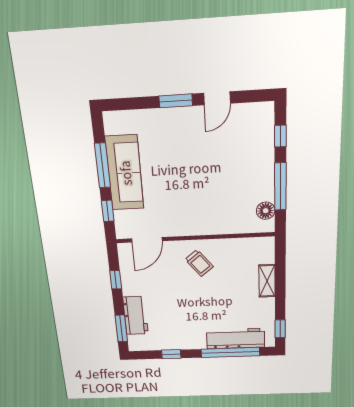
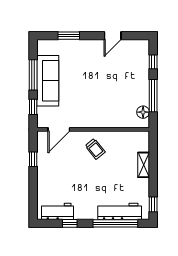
window: (176, 101) -> (69, 36), moved
workbench: (136, 315) -> (57, 211), moved, turned -90
window: (121, 328) -> (33, 200), removed

